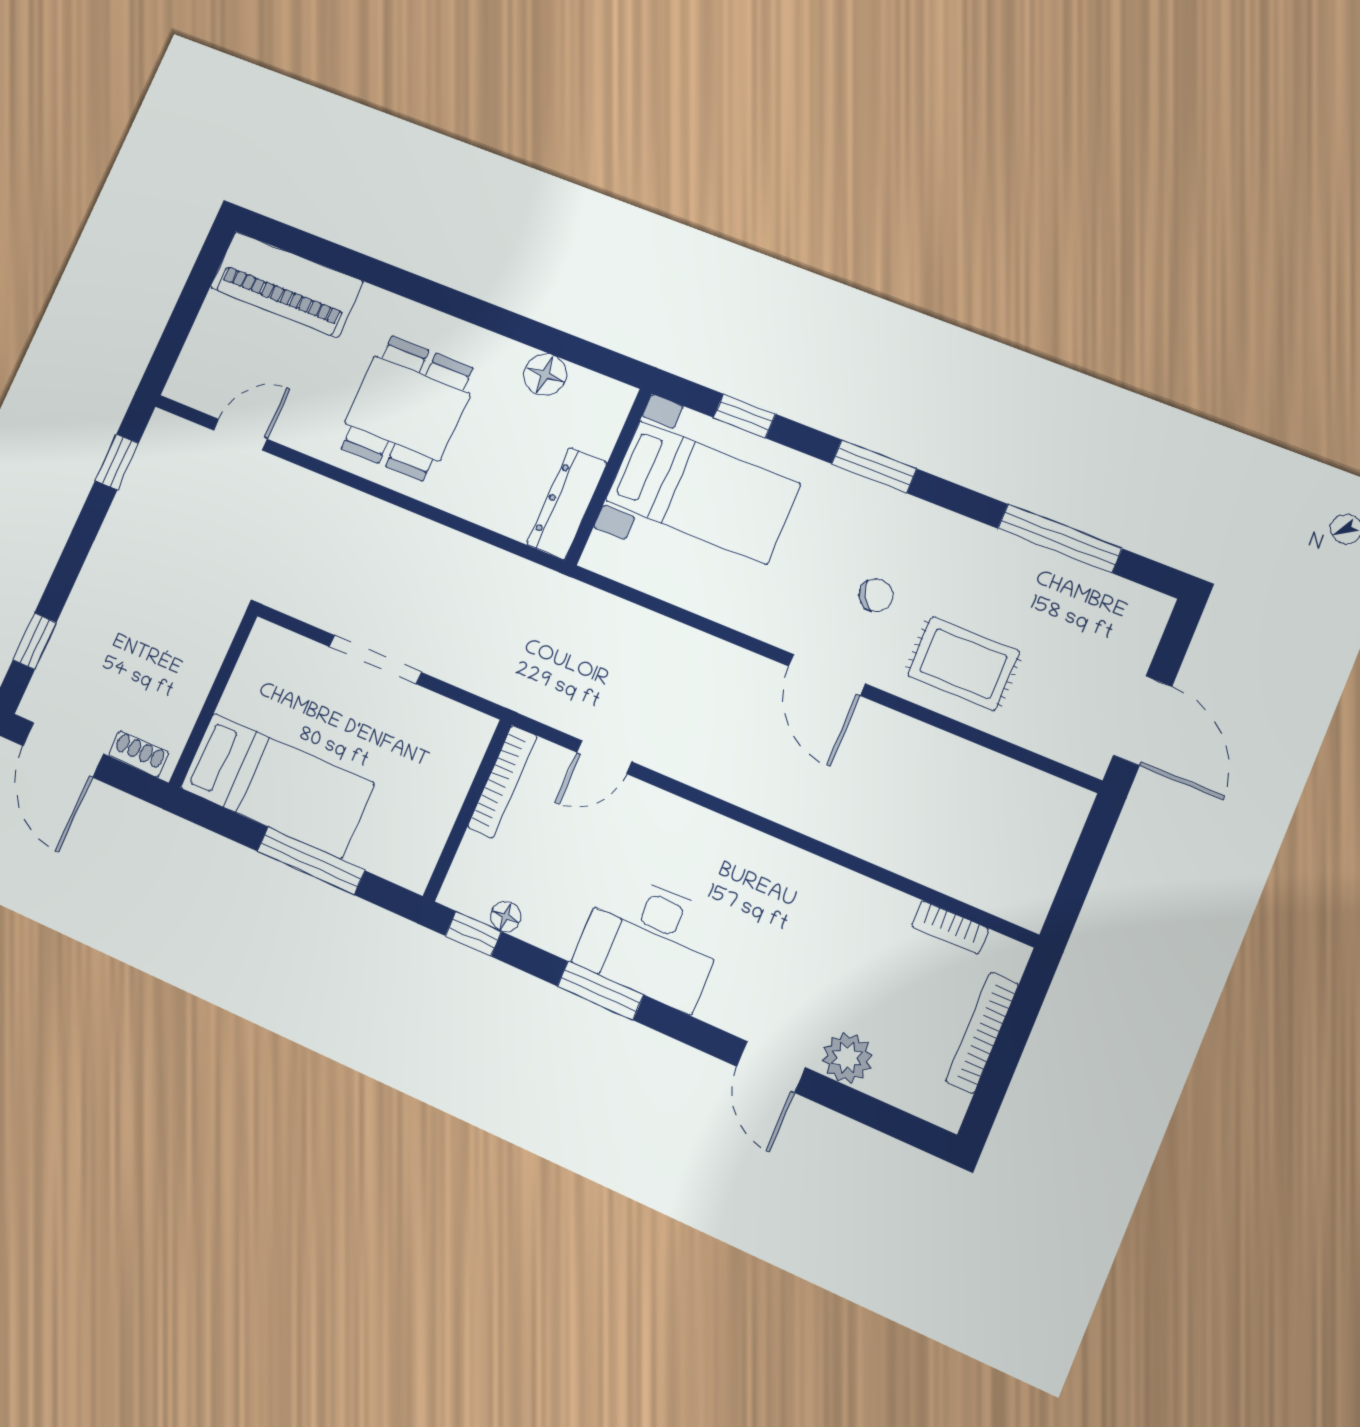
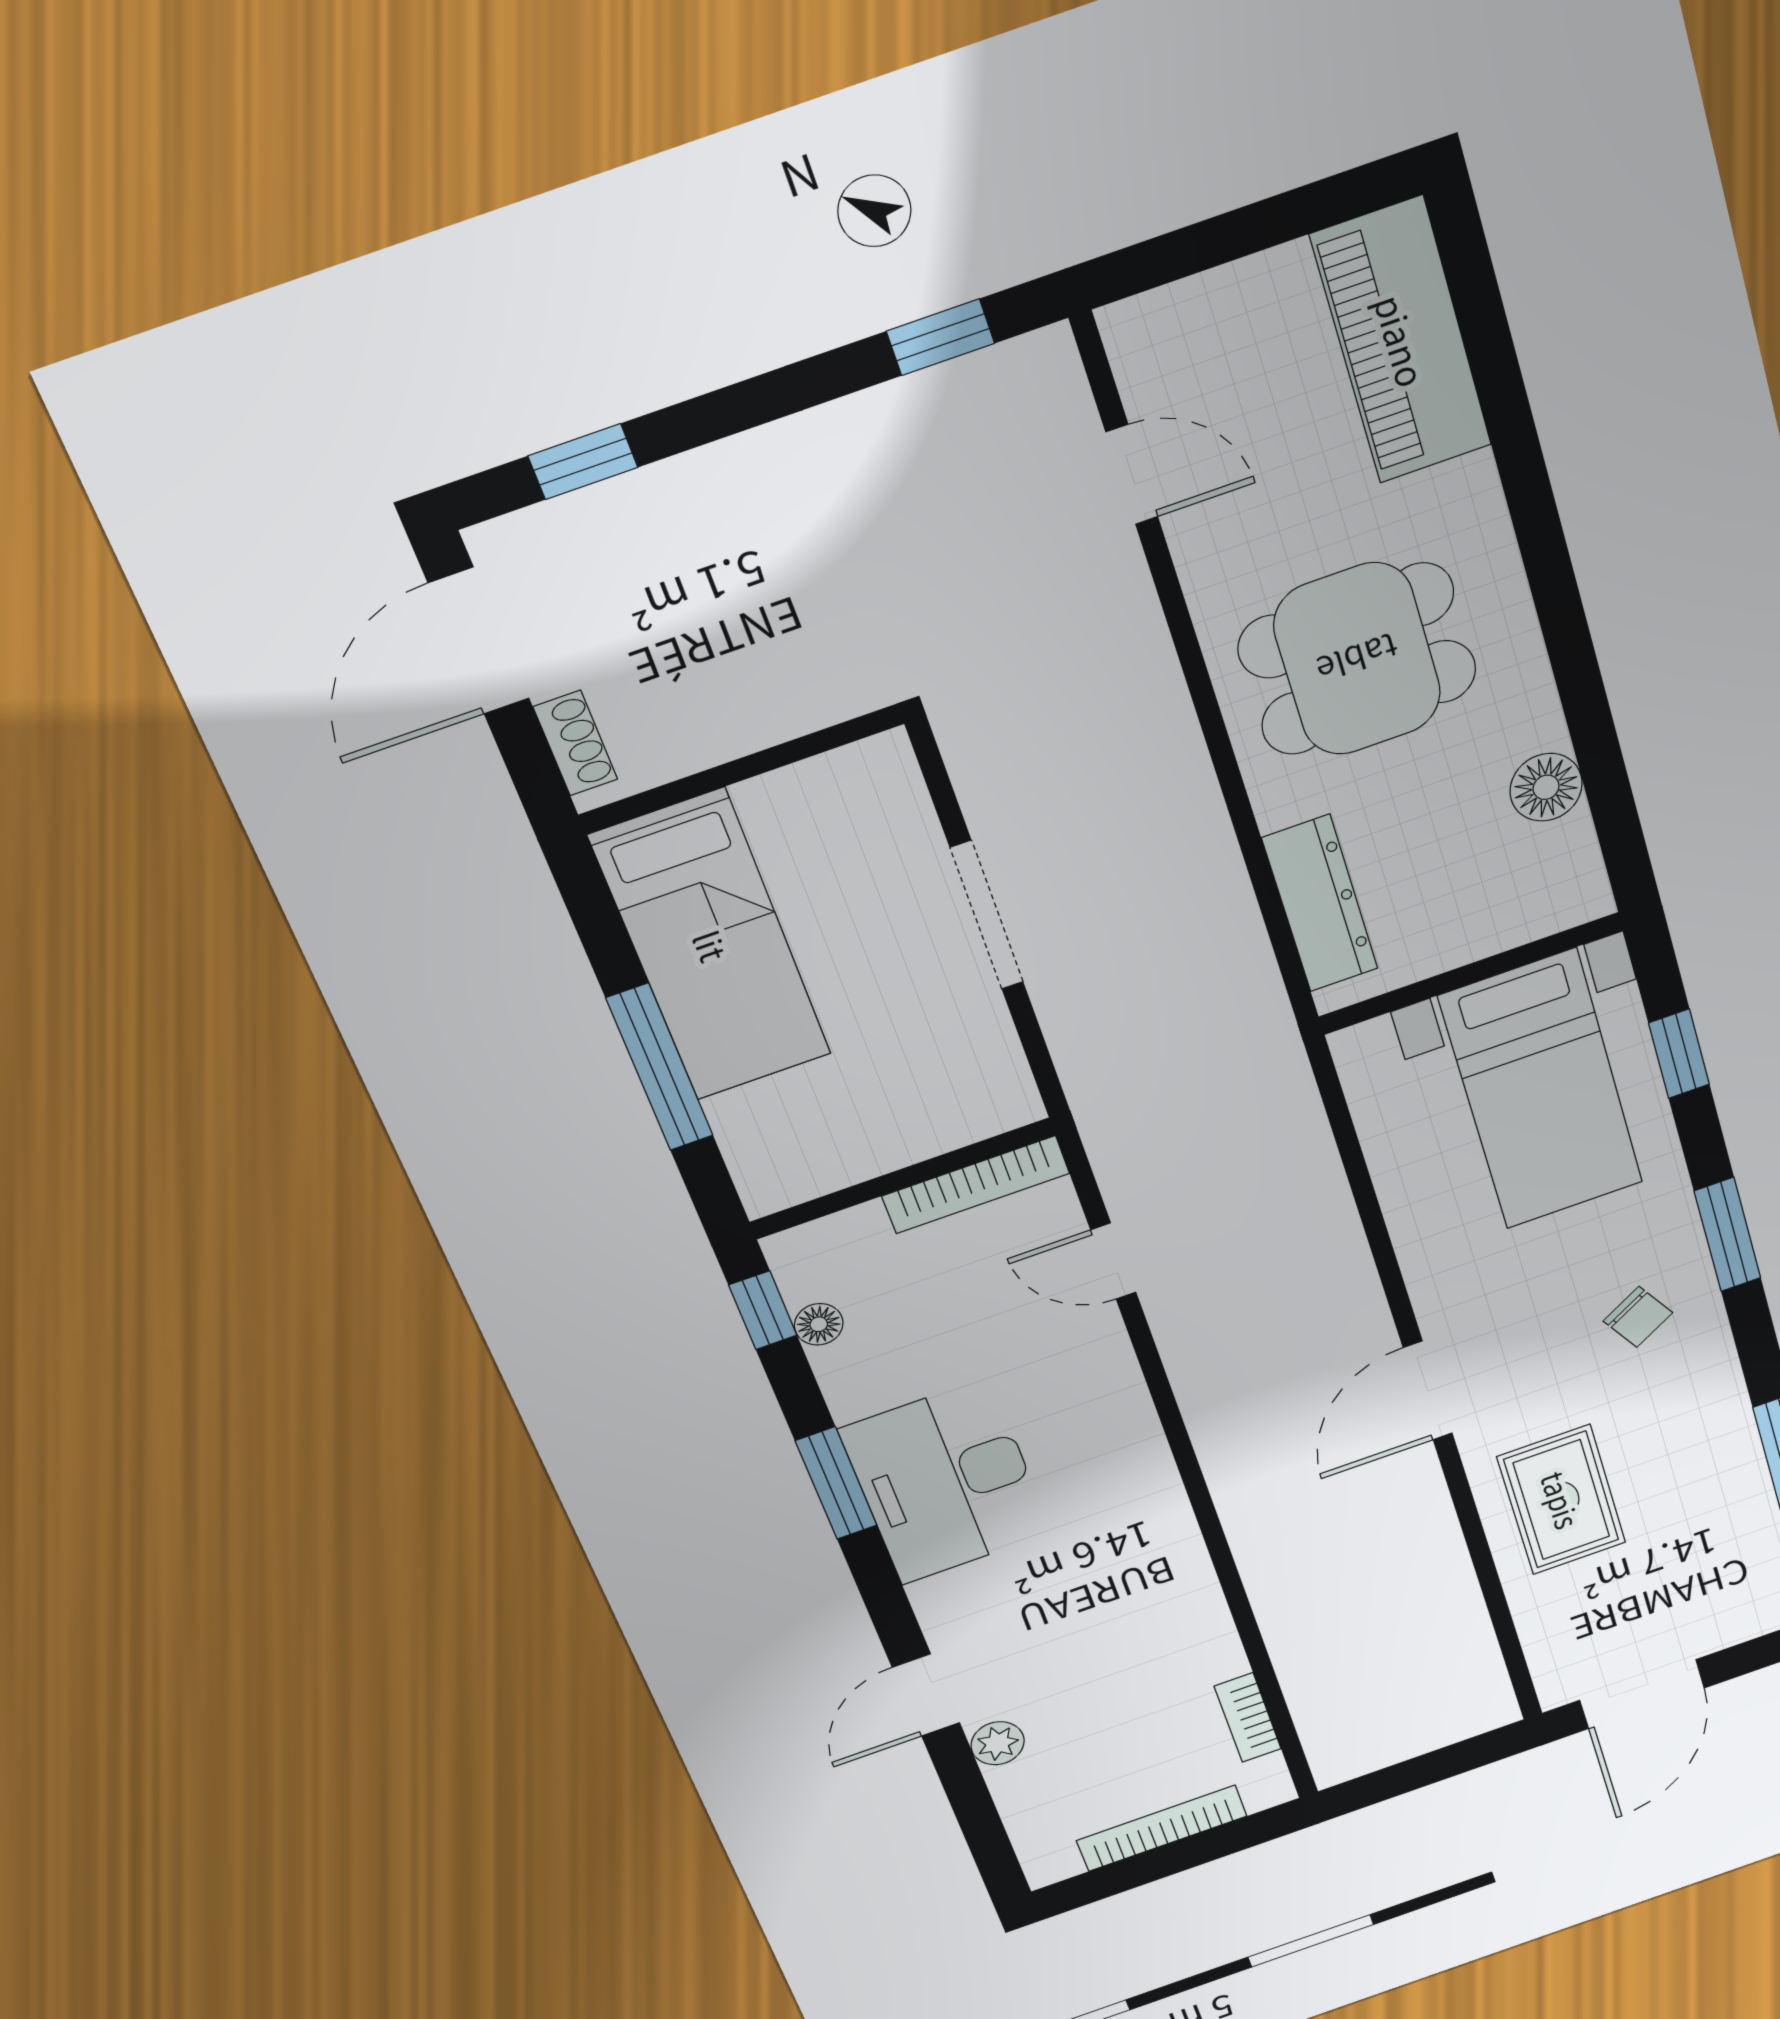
dresser: (567, 504) -> (1320, 904), moved, turned 90
chair: (876, 595) -> (1638, 1317), moved
plant: (847, 1058) -> (998, 1743), width x0.73, depth x0.73

